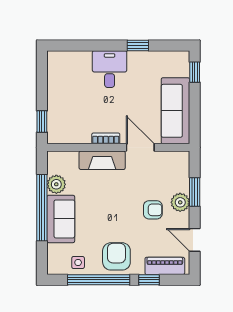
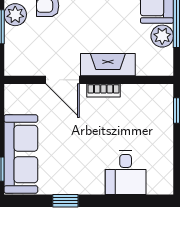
desk: (110, 69) -> (126, 173), moved
sofa: (175, 111) -> (21, 154), moved

